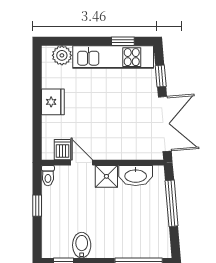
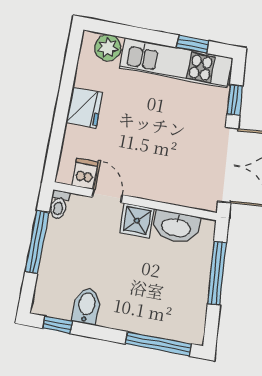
window: (37, 206) -> (37, 242), width x2.17

